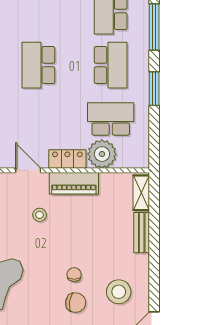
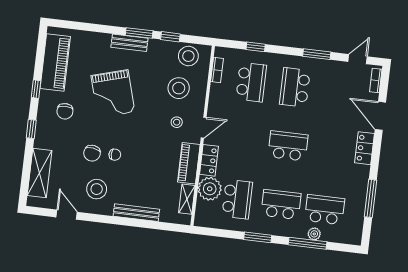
plant: (142, 20) -> (314, 234), added
school desk: (111, 65) -> (281, 204), turned 180
shelving: (141, 193) -> (187, 199), moved, turned 90
stool: (40, 215) -> (177, 122), moved
bench: (142, 233) -> (136, 213), width x1.36

